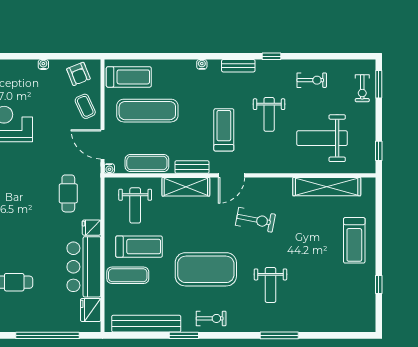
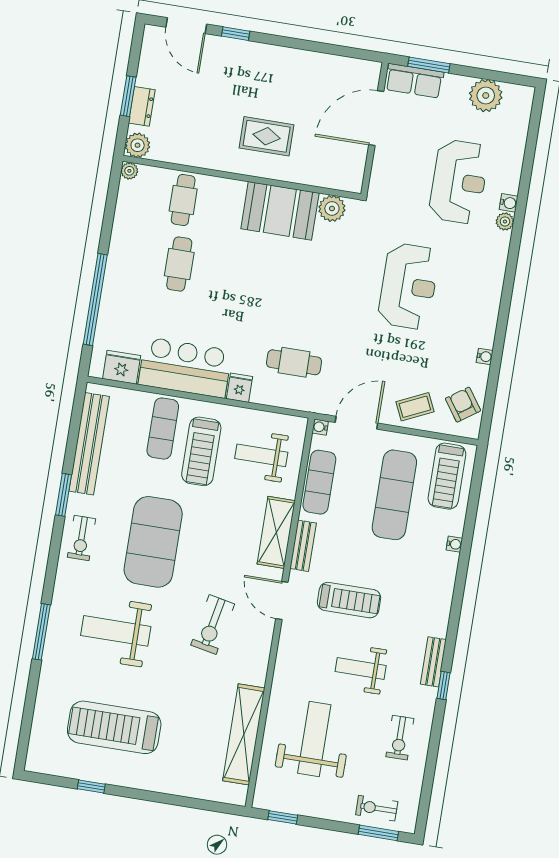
water cooler: (202, 64) -> (454, 544), moved
bench: (238, 66) -> (433, 662), moved
armchair: (78, 74) -> (463, 405), turned 77
treadmill: (354, 240) -> (114, 727), moved, width x1.37, depth x1.37
weight bench: (270, 285) -> (116, 631), width x1.36, depth x1.33

